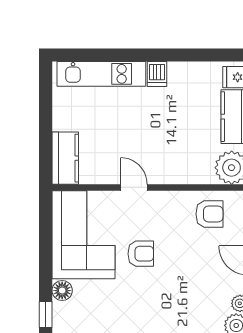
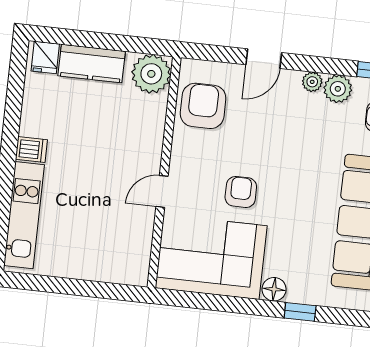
kitchen counter: (65, 158) -> (118, 269), removed
armchair: (209, 214) -> (203, 106), width x1.38, depth x1.38

